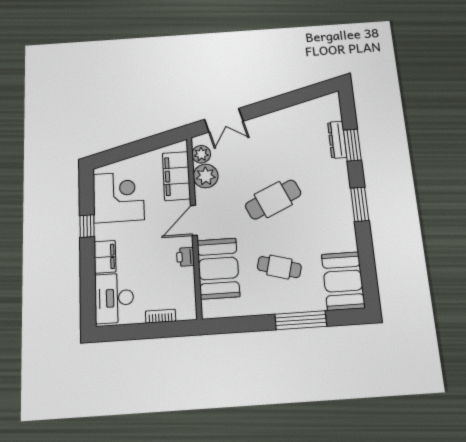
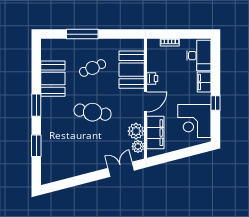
dresser: (337, 140) -> (46, 150), removed
cafe table: (273, 199) -> (93, 112), turned 33
cafe table: (279, 267) -> (93, 68), turned -39
booth: (343, 281) -> (53, 79), moved

